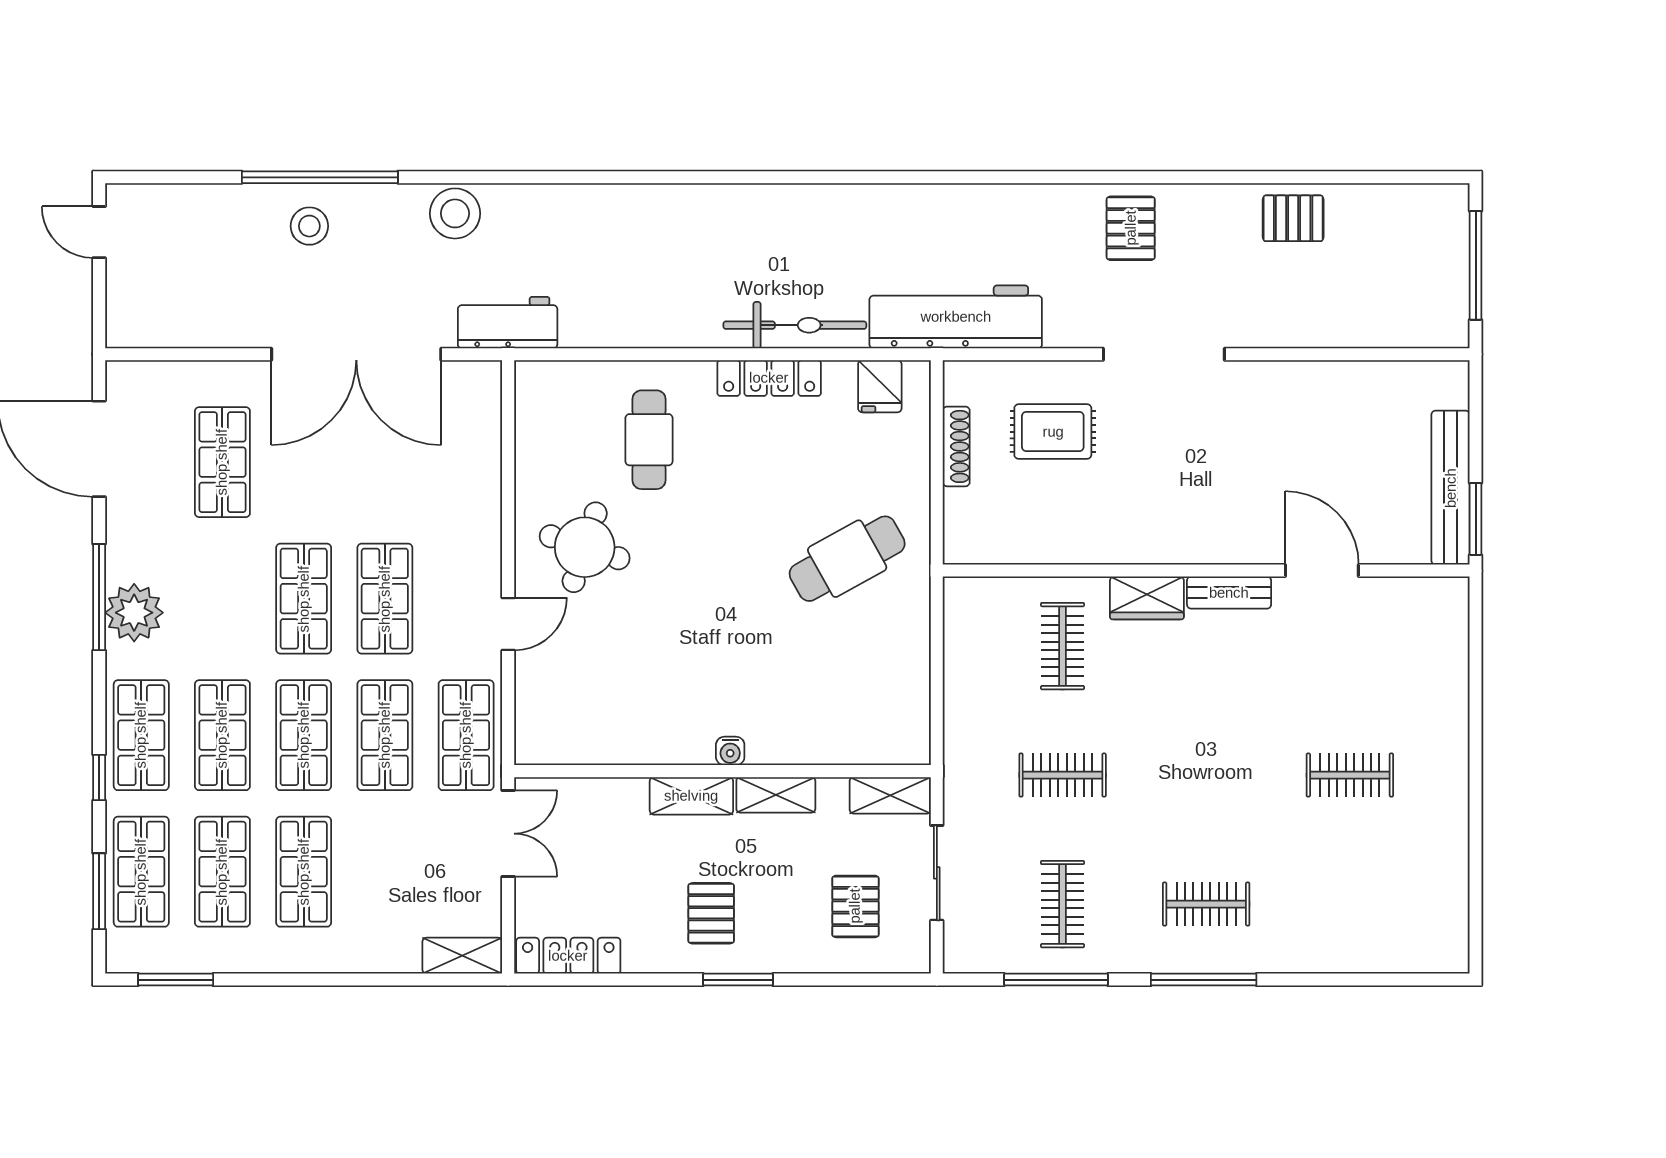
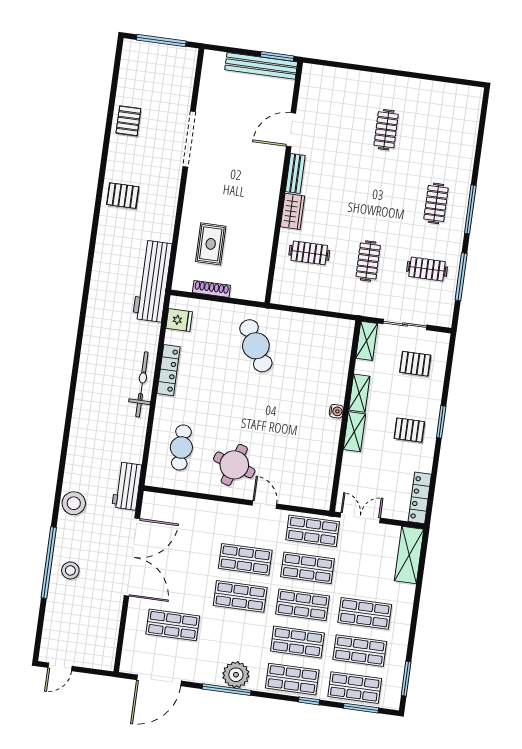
bicycle: (795, 325) -> (142, 384), moved
doorway: (1164, 354) -> (189, 139), moved
cafe table: (649, 440) -> (181, 447), moved, turned 90
shelving: (462, 956) -> (409, 555), width x1.50, depth x1.33

